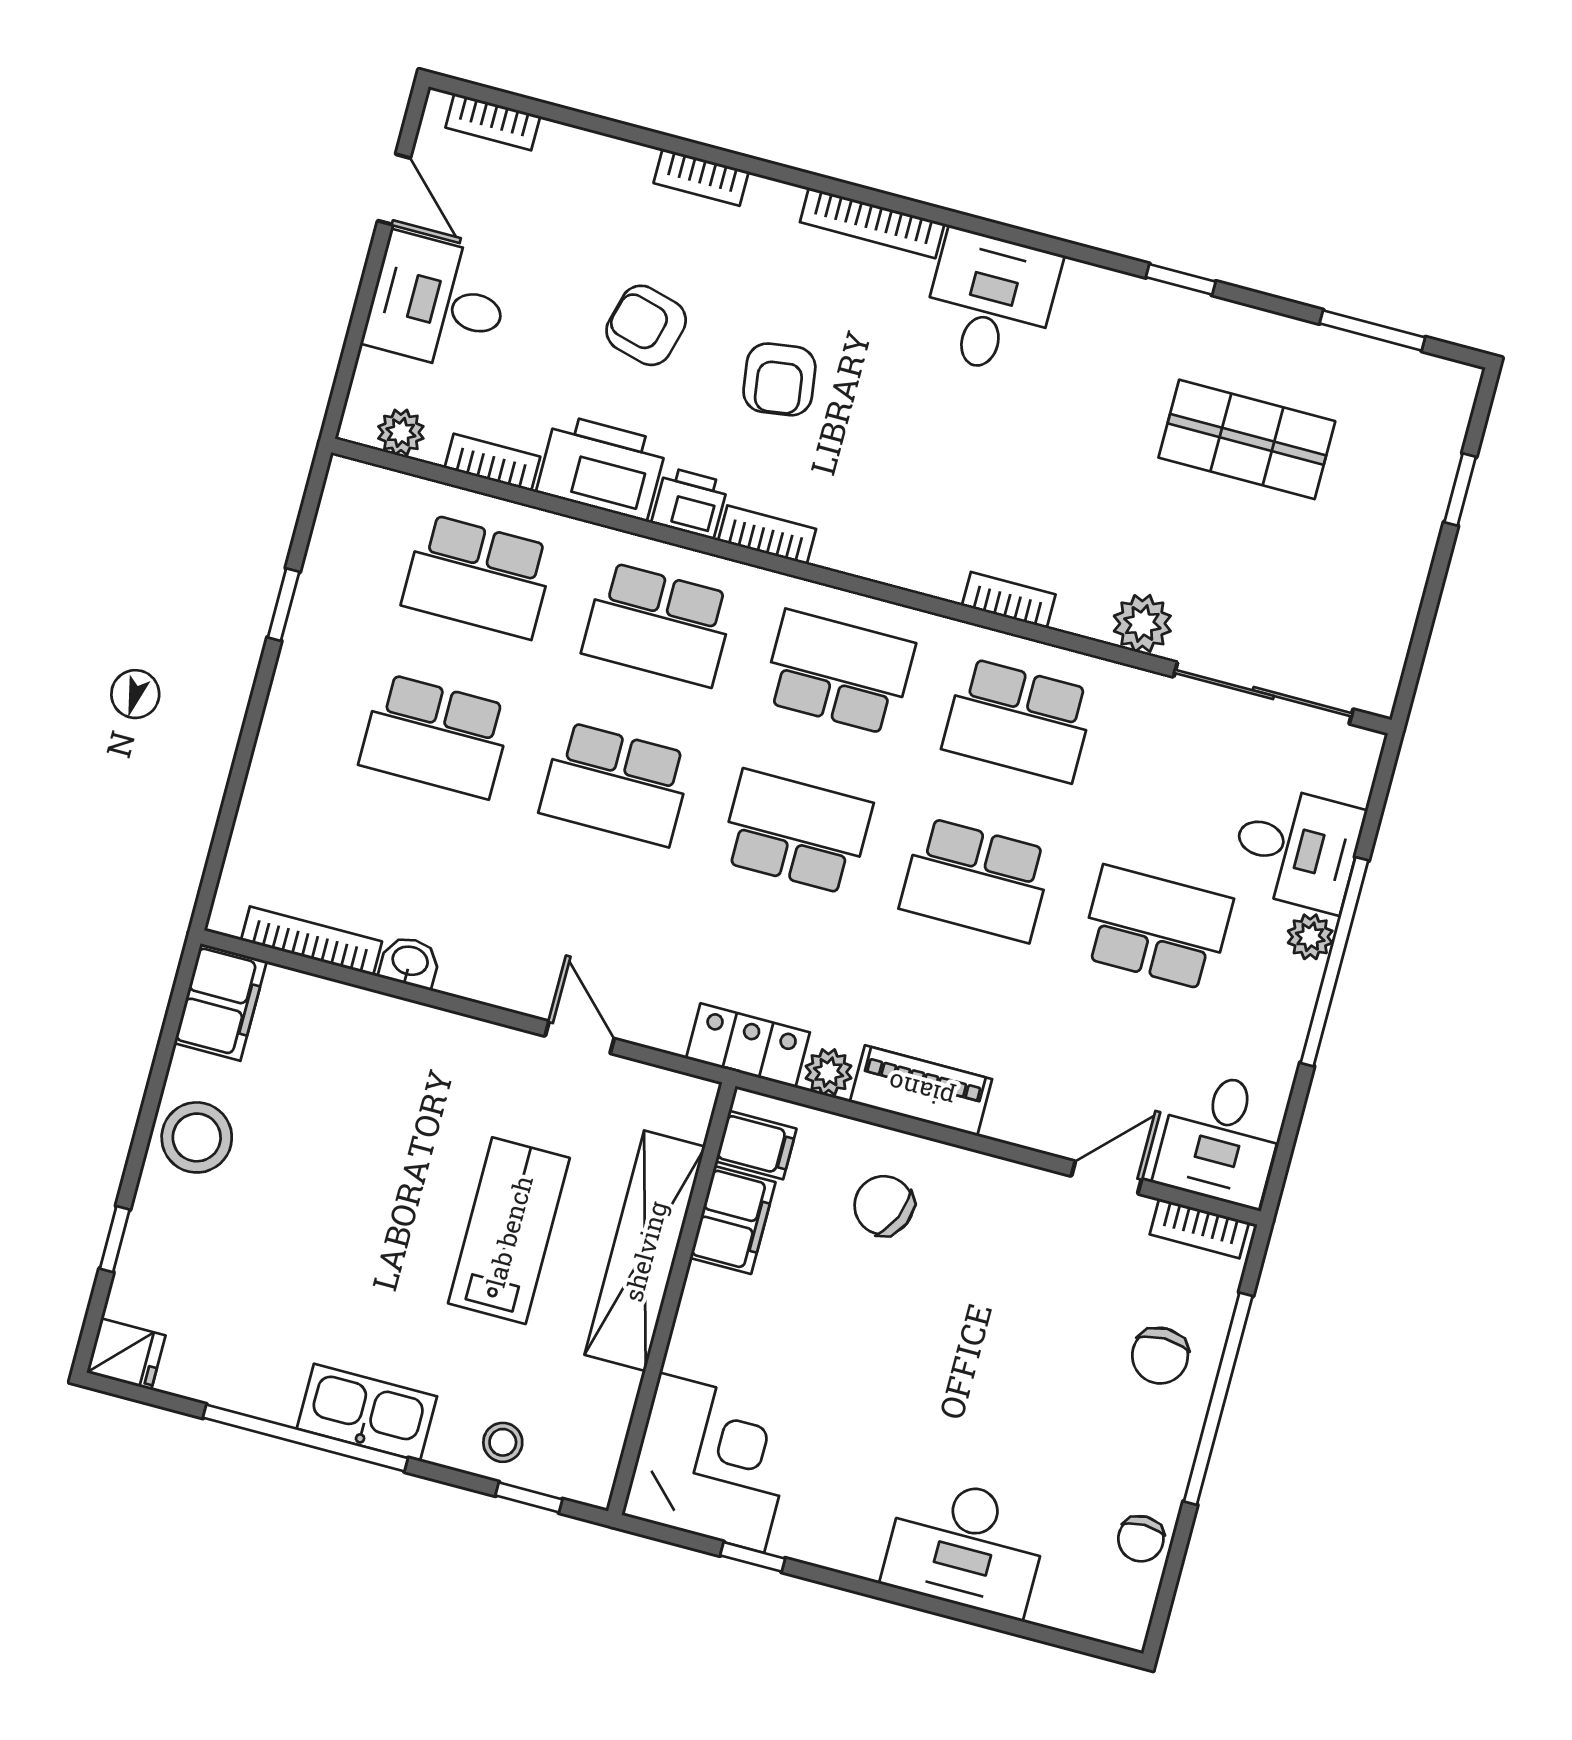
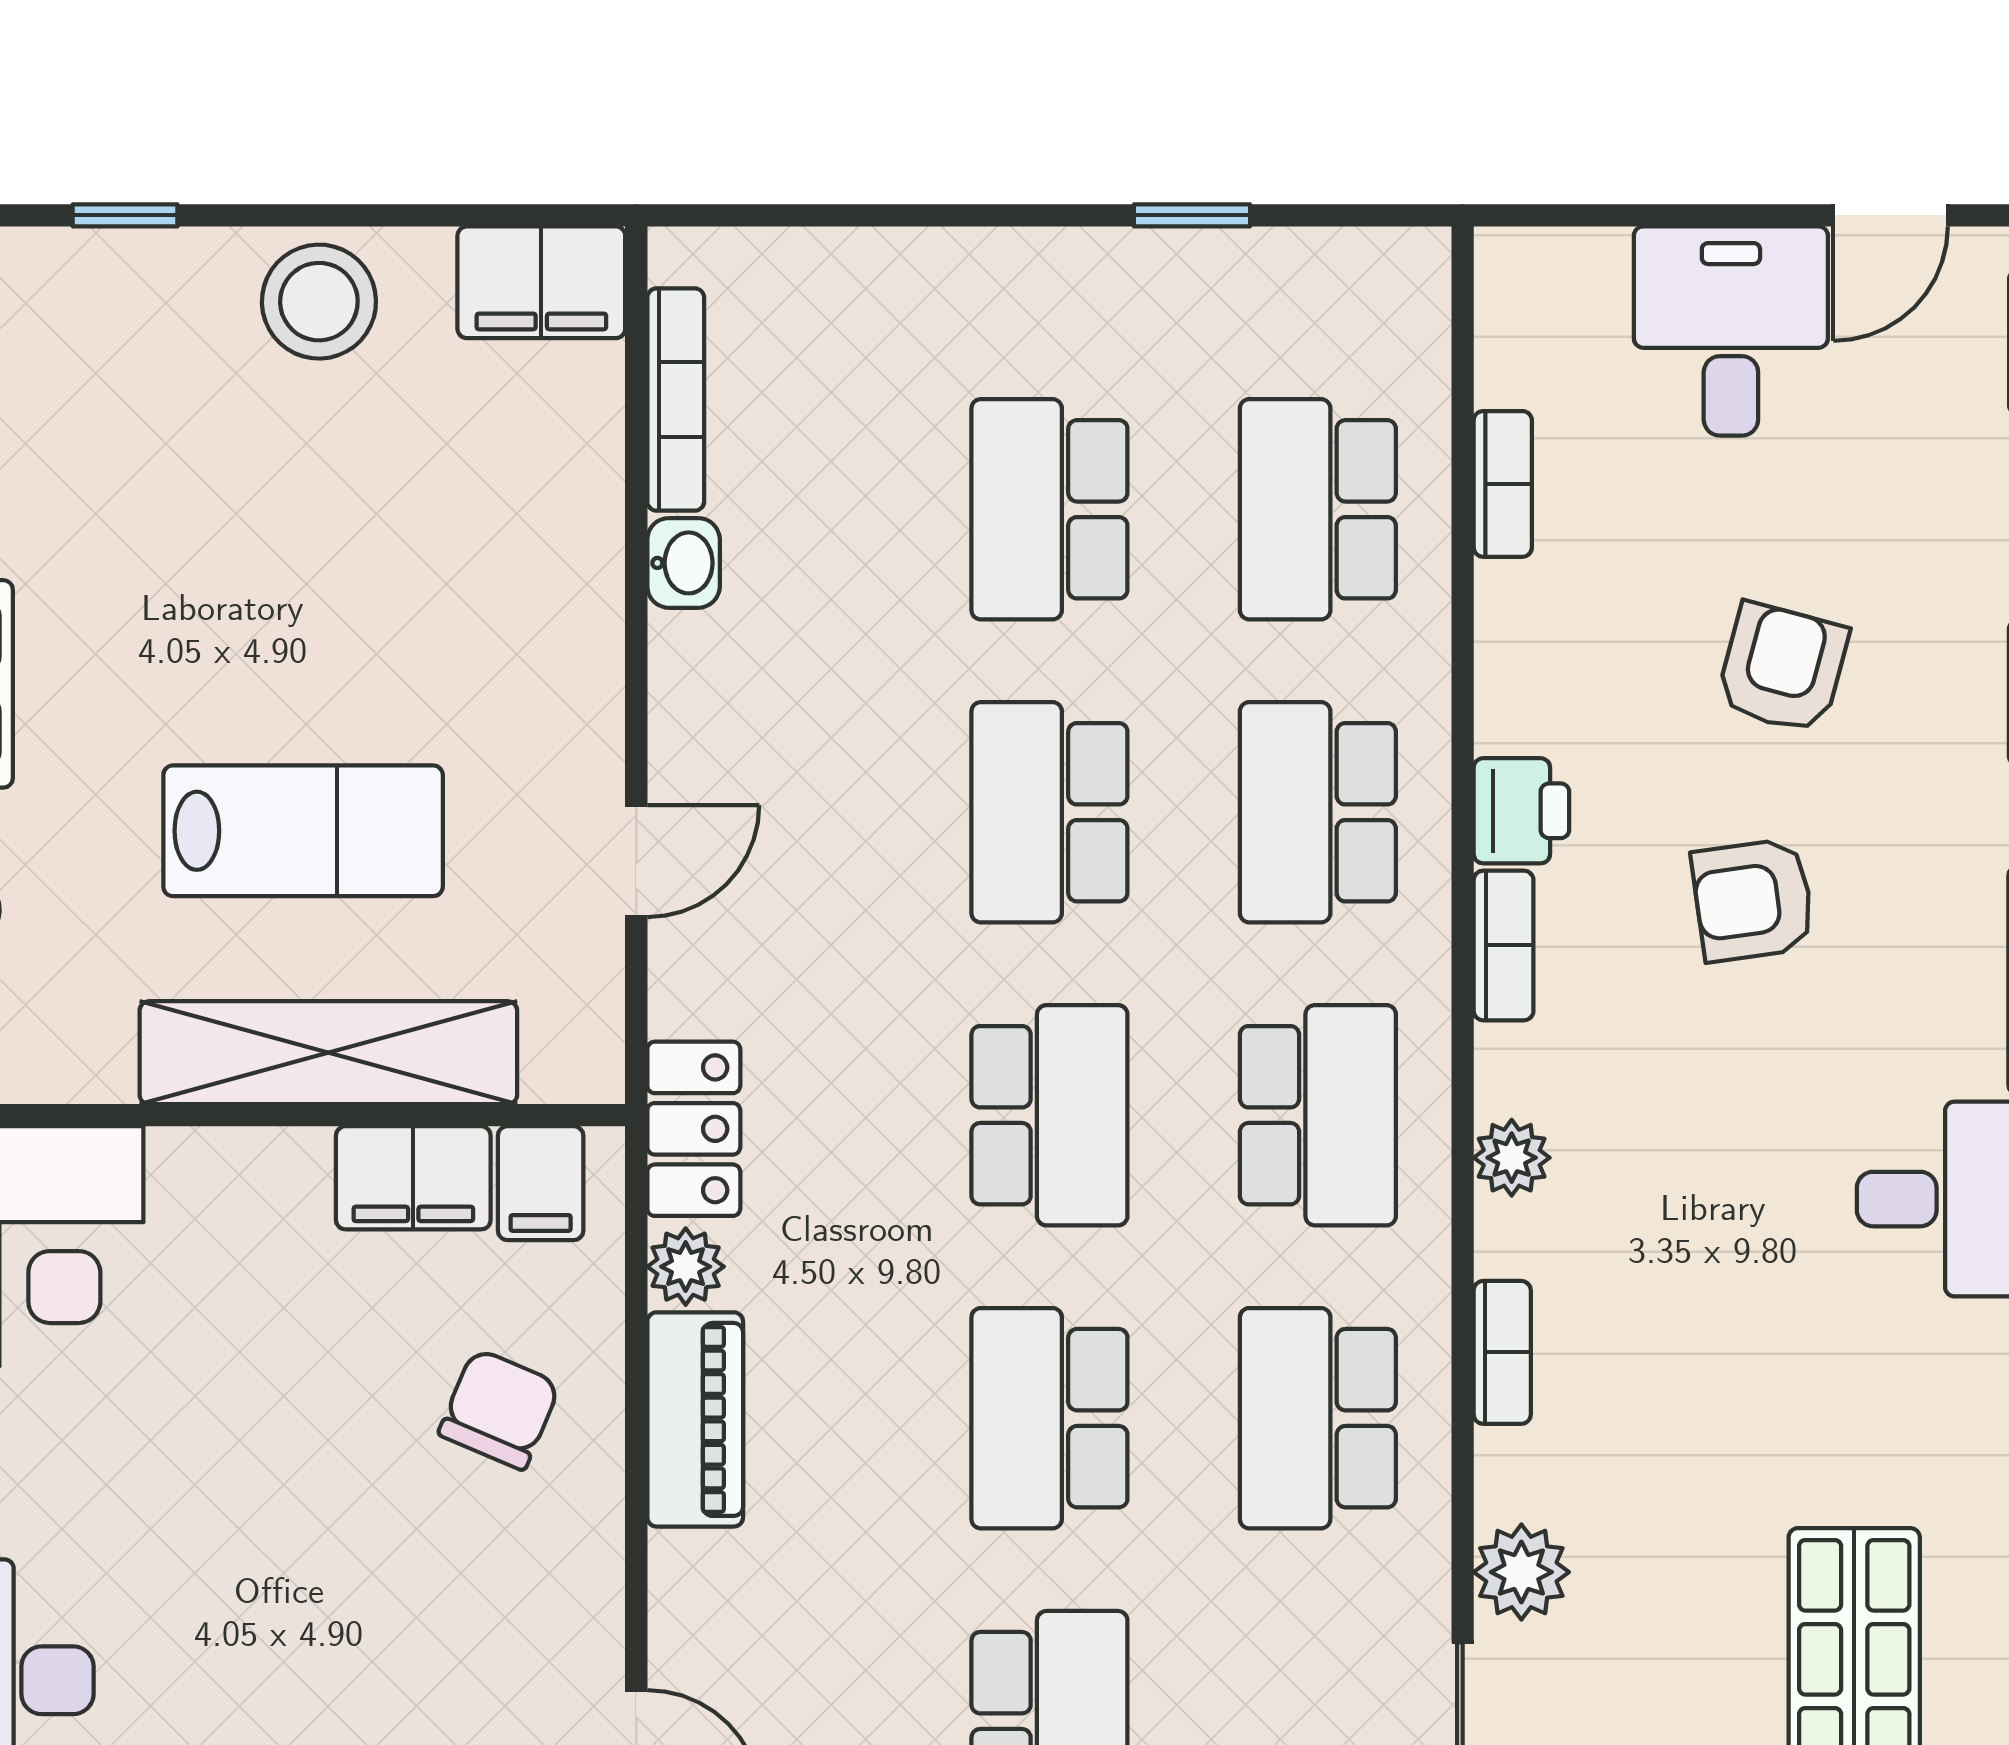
plant: (401, 432) -> (1512, 1158), moved
printer: (602, 467) -> (1541, 658), removed

